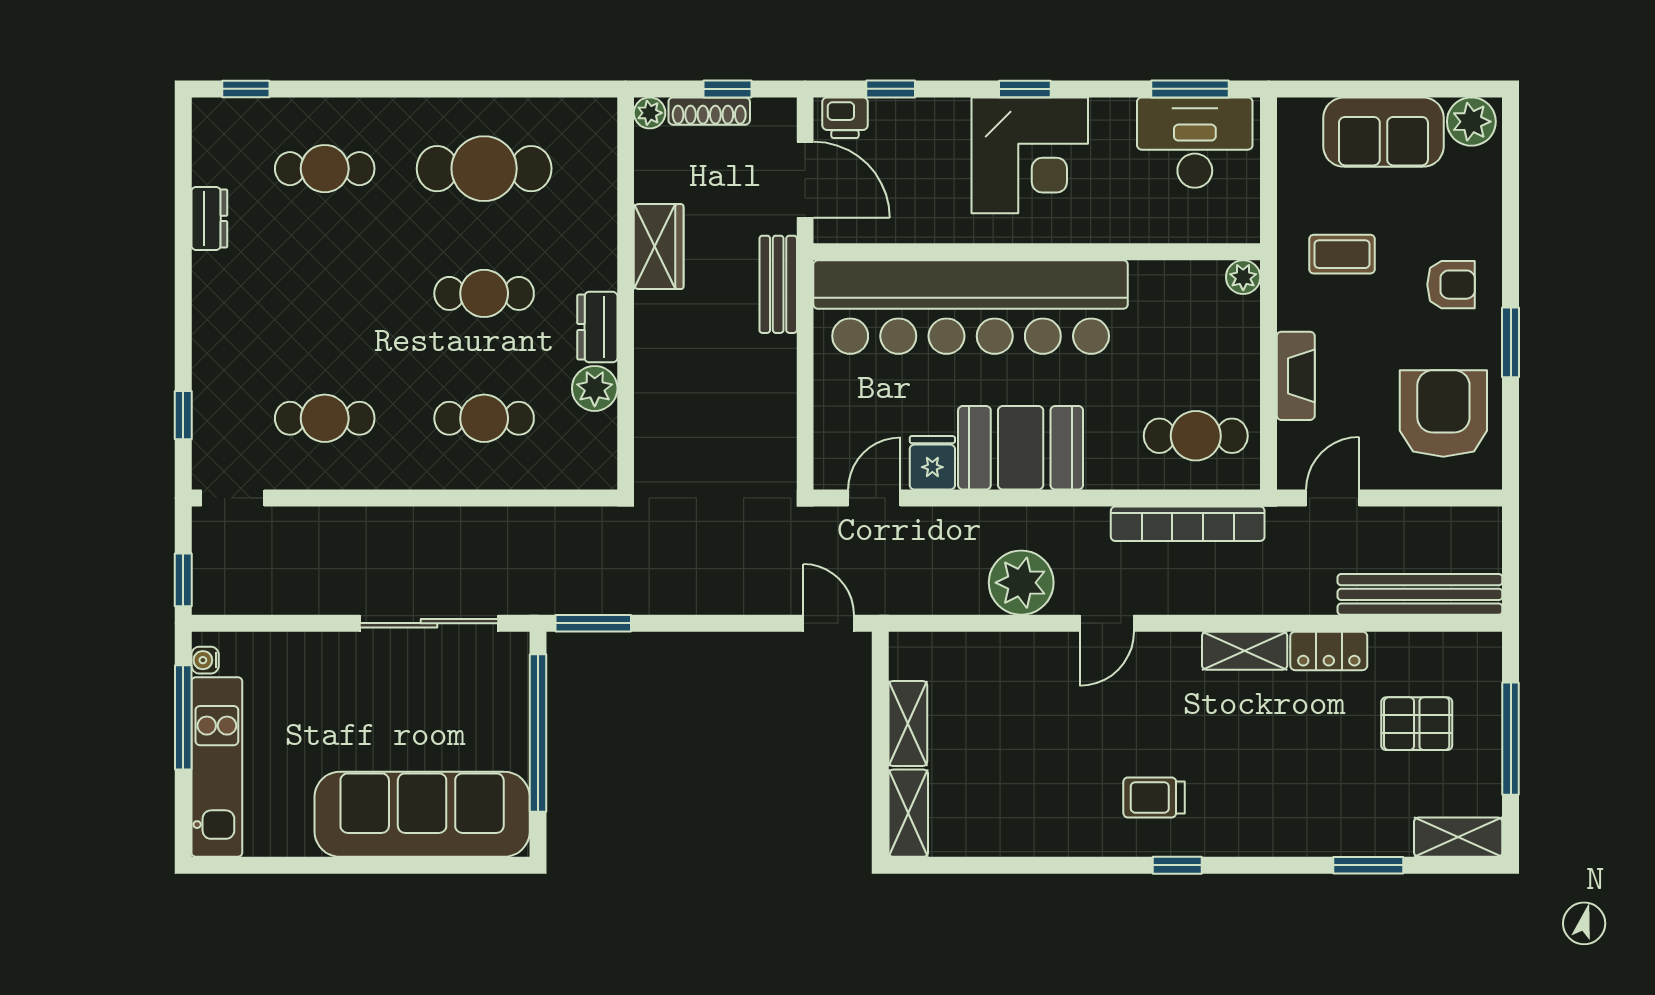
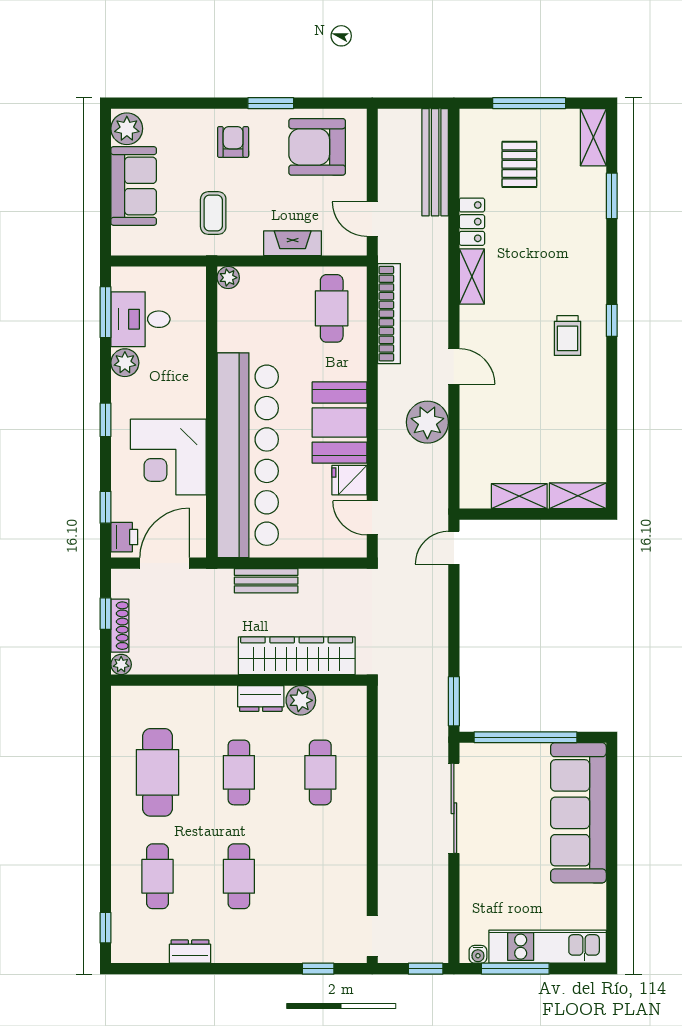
plant: (1112, 119) -> (125, 363), added
desk: (1195, 143) -> (141, 319), width x0.73
corner desk: (1030, 155) -> (168, 457), moved, turned 180
wardrobe: (659, 247) -> (297, 656), moved, width x2.10, depth x1.17
bench: (778, 284) -> (266, 581), moved
cafe table: (325, 418) -> (239, 876), moved

